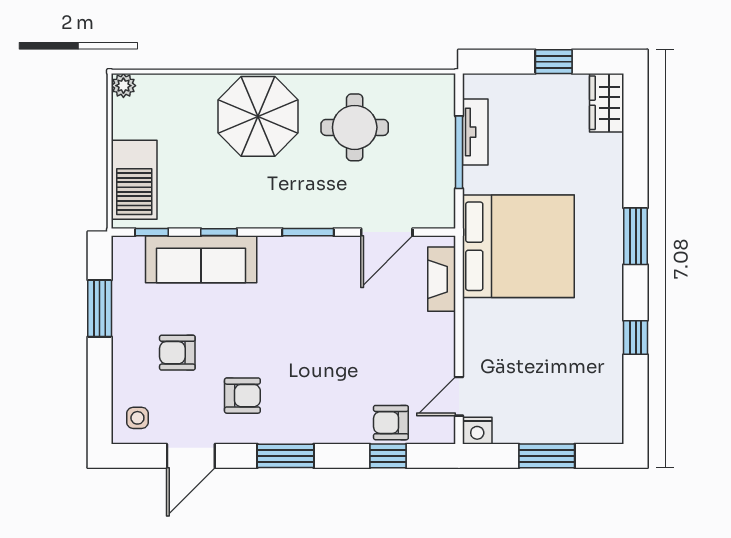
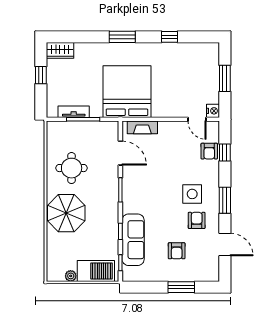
plant: (123, 86) -> (71, 276), moved
window: (100, 308) -> (181, 287), moved
side table: (137, 418) -> (192, 194), moved, width x1.87, depth x1.87

